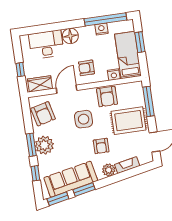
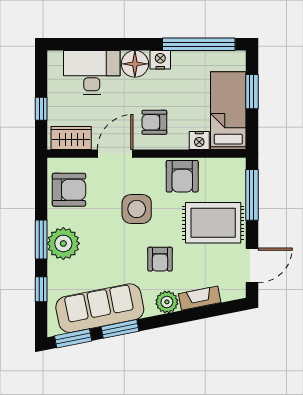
nightstand: (101, 29) -> (160, 60), moved
armchair: (43, 114) -> (69, 190), turned -76

